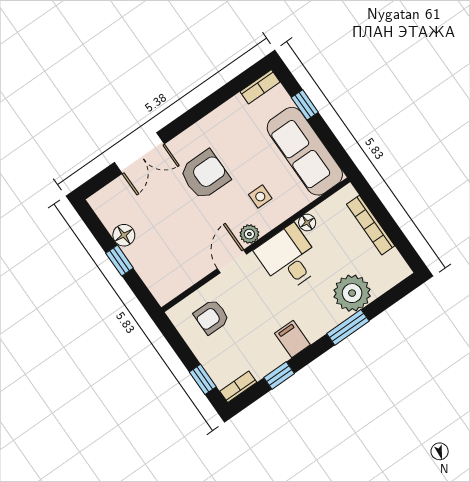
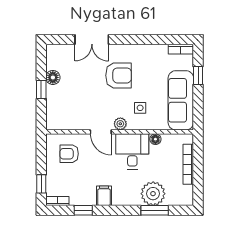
door: (232, 261) -> (101, 132), swing flipped
window: (348, 327) -> (155, 210), moved

